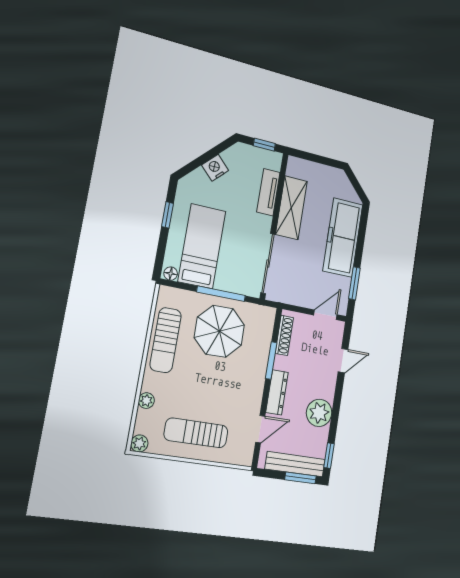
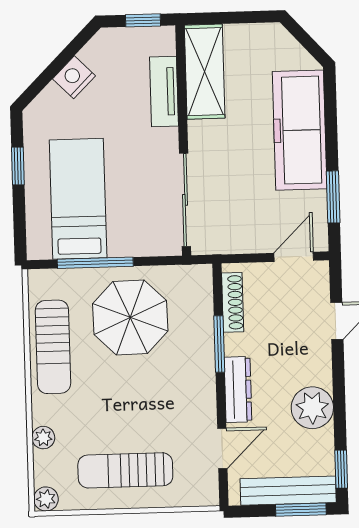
shelving: (291, 208) -> (205, 72), moved
floor lamp: (171, 274) -> (40, 250), removed
window: (221, 294) -> (95, 263), moved

